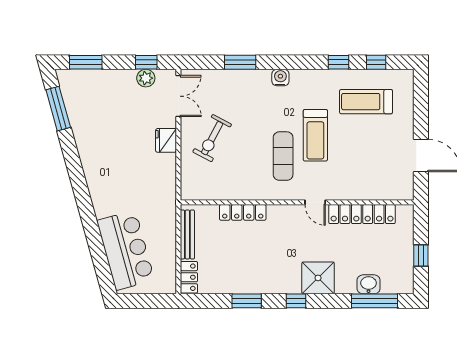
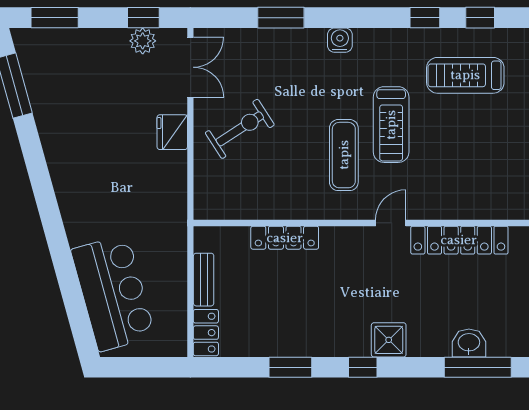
exercise bike: (212, 138) -> (240, 129), turned -151
door: (315, 202) -> (391, 223), swing flipped
bench: (187, 234) -> (204, 280), width x0.73
shower: (318, 278) -> (389, 340), width x0.73, depth x0.73

